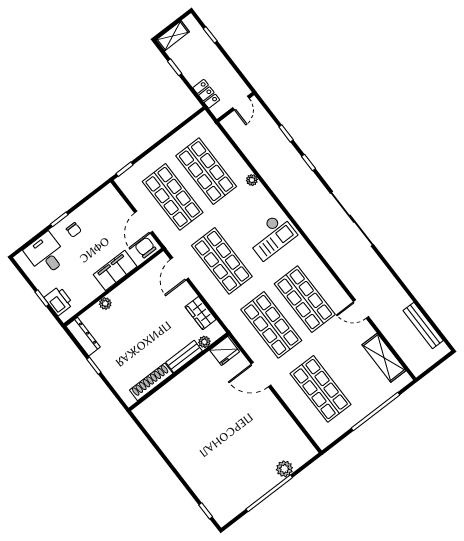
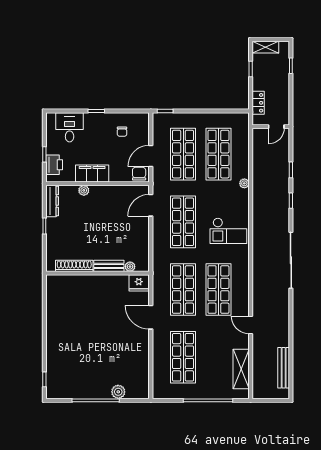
chair: (74, 230) -> (122, 132), moved
filing cabinet: (115, 270) -> (92, 174), moved
wardrobe: (201, 313) -> (142, 246), removed

